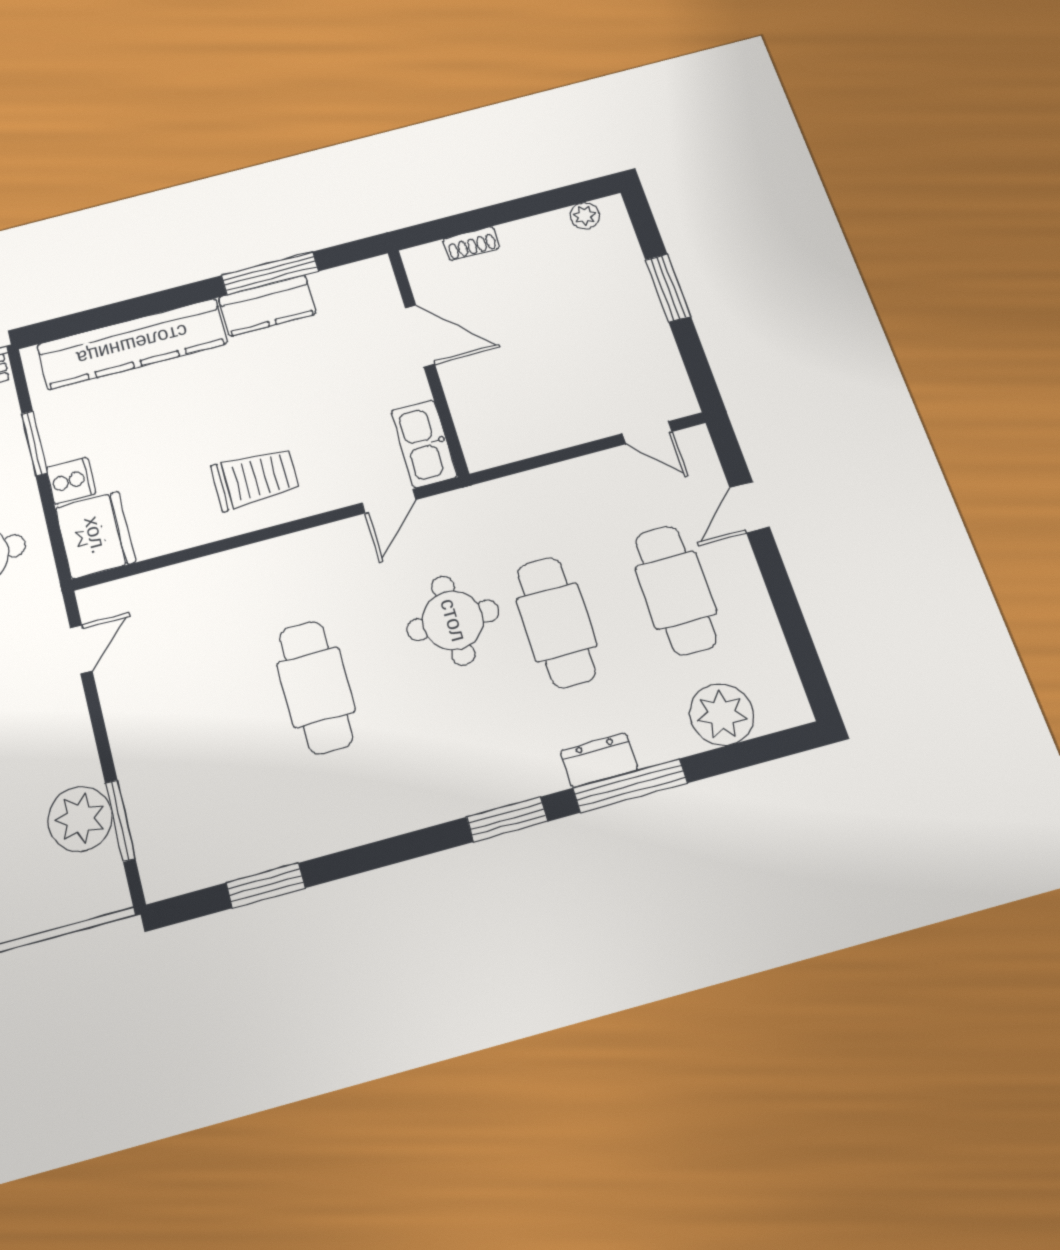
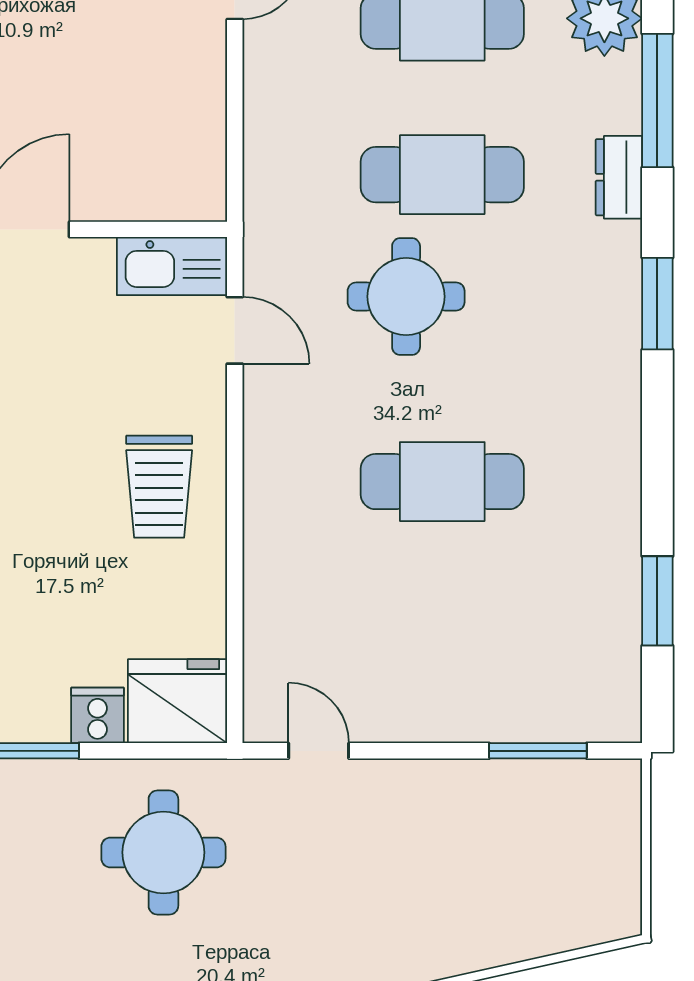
trolley: (255, 479) -> (159, 487), turned 180
window: (630, 786) -> (657, 100), moved
plant: (80, 819) -> (523, 797), removed

